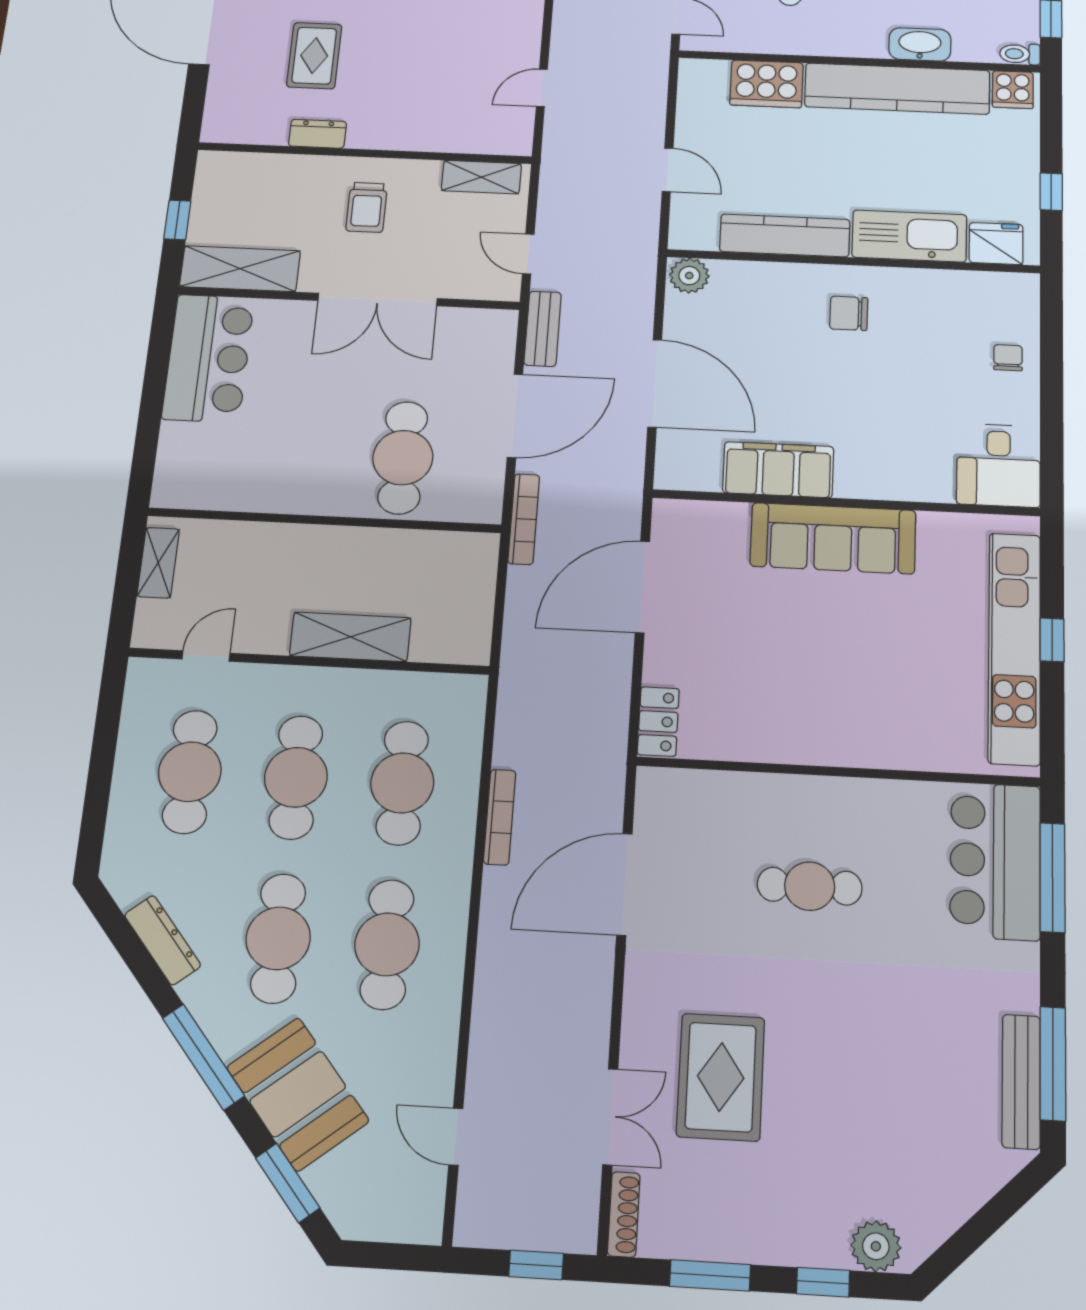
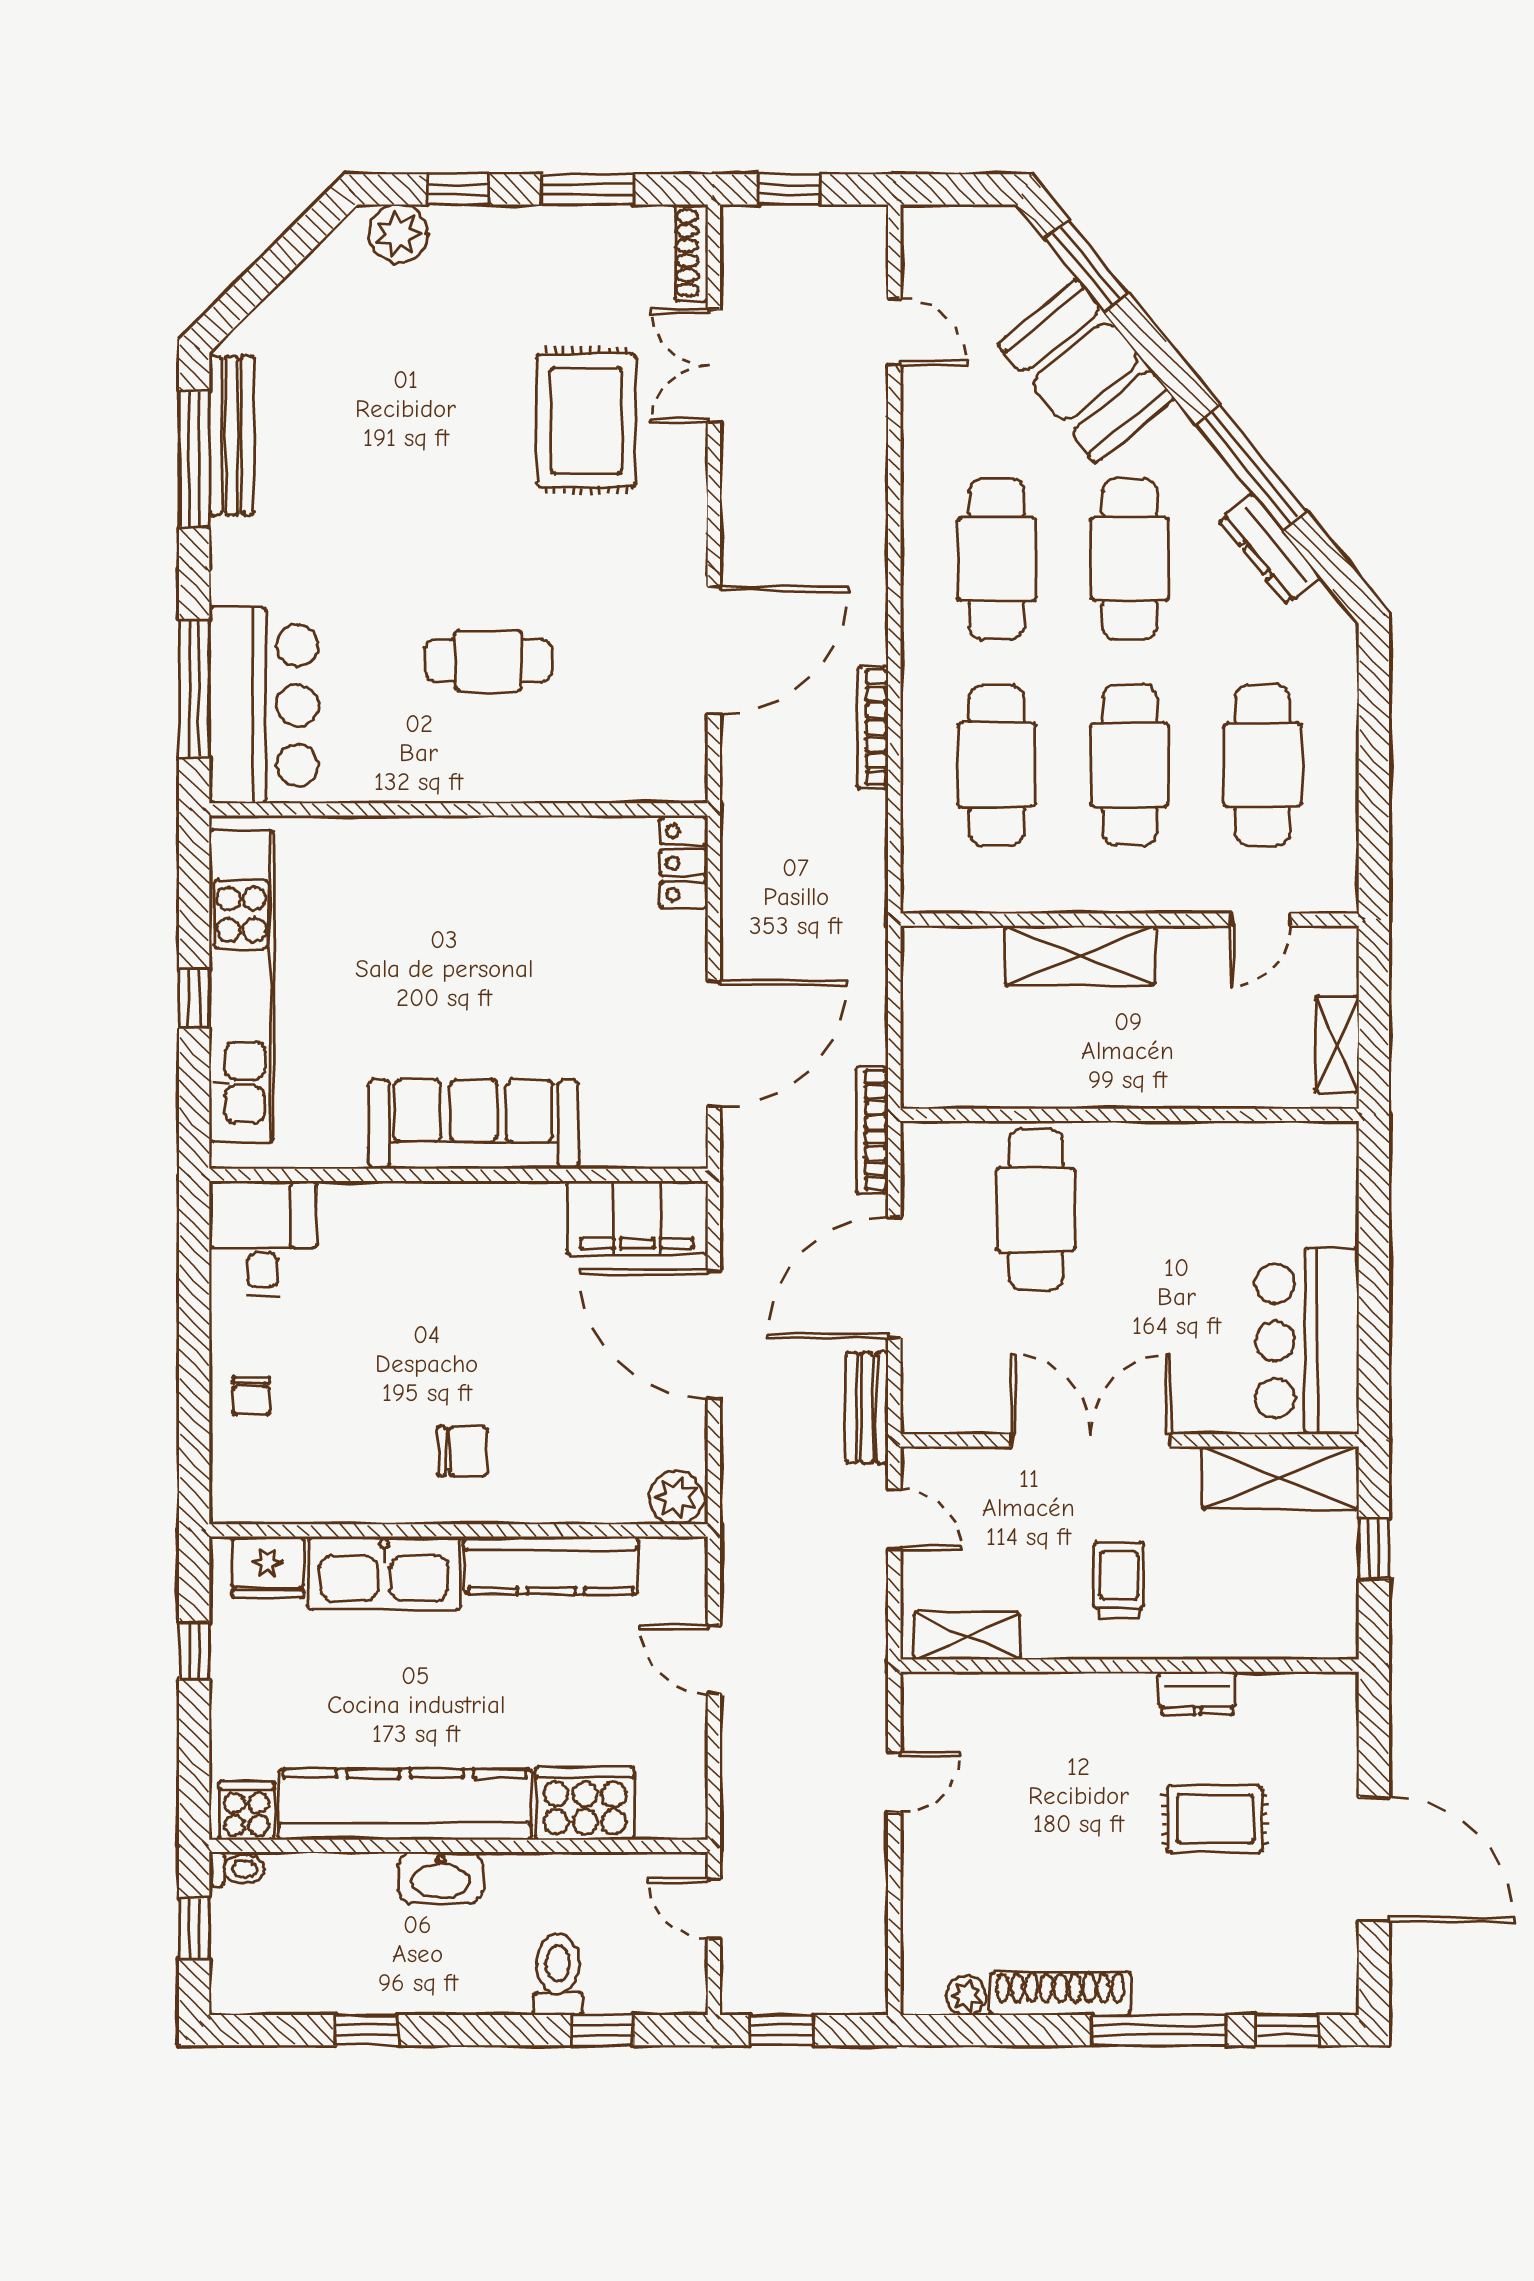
washbasin: (920, 44) -> (440, 1878), moved
rug: (314, 56) -> (1215, 1819), turned 90
filing cabinet: (778, 470) -> (637, 1218), moved
window: (203, 1057) -> (1251, 468), moved

